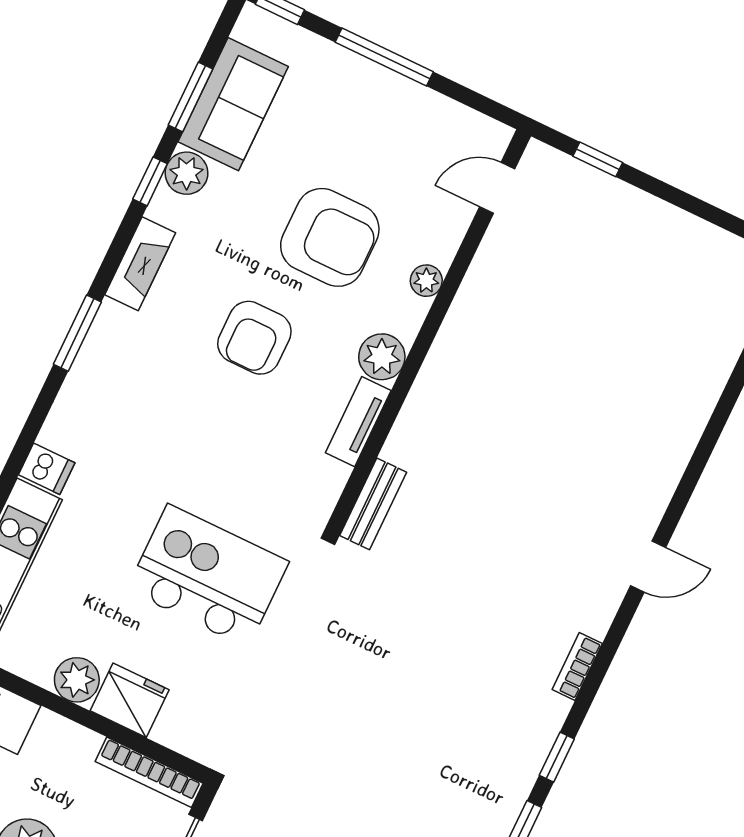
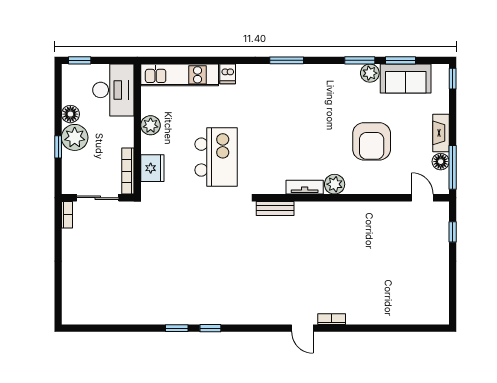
window: (384, 57) -> (453, 167), moved
floor lamp: (440, 114) -> (441, 162), added
window: (150, 181) -> (360, 60), width x1.50
fireplace: (140, 264) -> (441, 133), moved, turned 90
plant: (426, 281) -> (373, 187), removed
armchair: (254, 338) -> (318, 131), removed
bookcase: (577, 666) -> (332, 319), moved
fridge: (130, 700) -> (152, 168), moved

